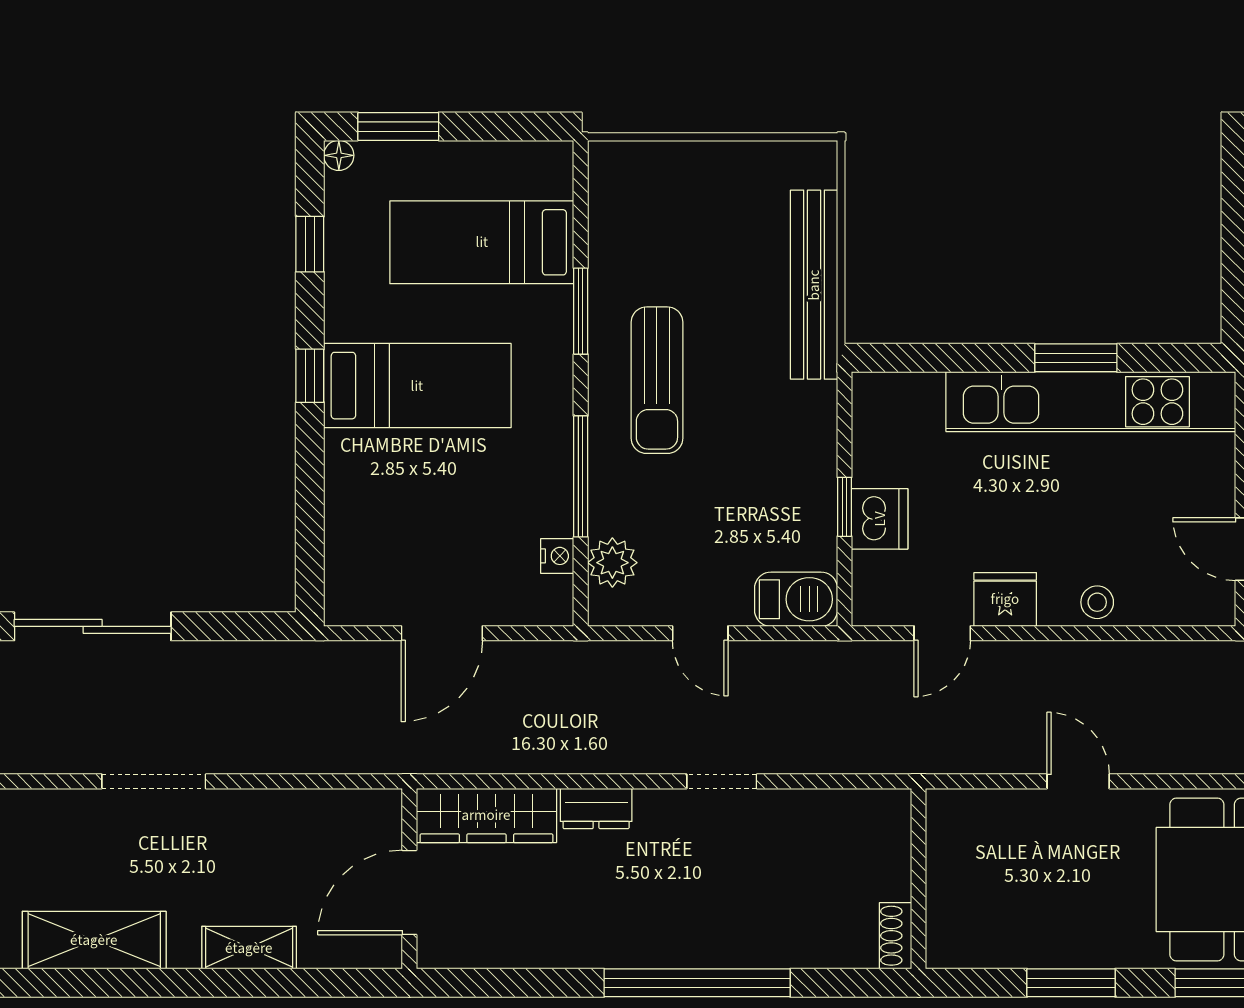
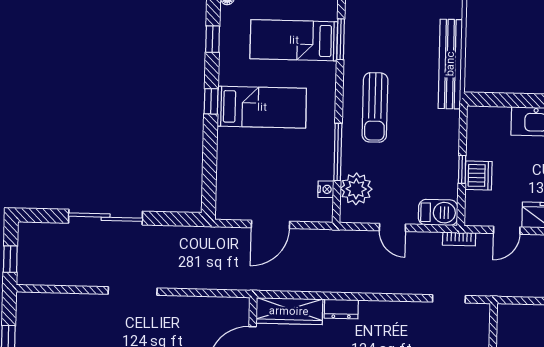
window: (581, 311) -> (341, 39), moved
plant: (612, 563) -> (356, 189), width x1.36, depth x1.36
bookcase: (842, 654) -> (459, 239), added
doorway: (722, 781) -> (449, 299), moved

